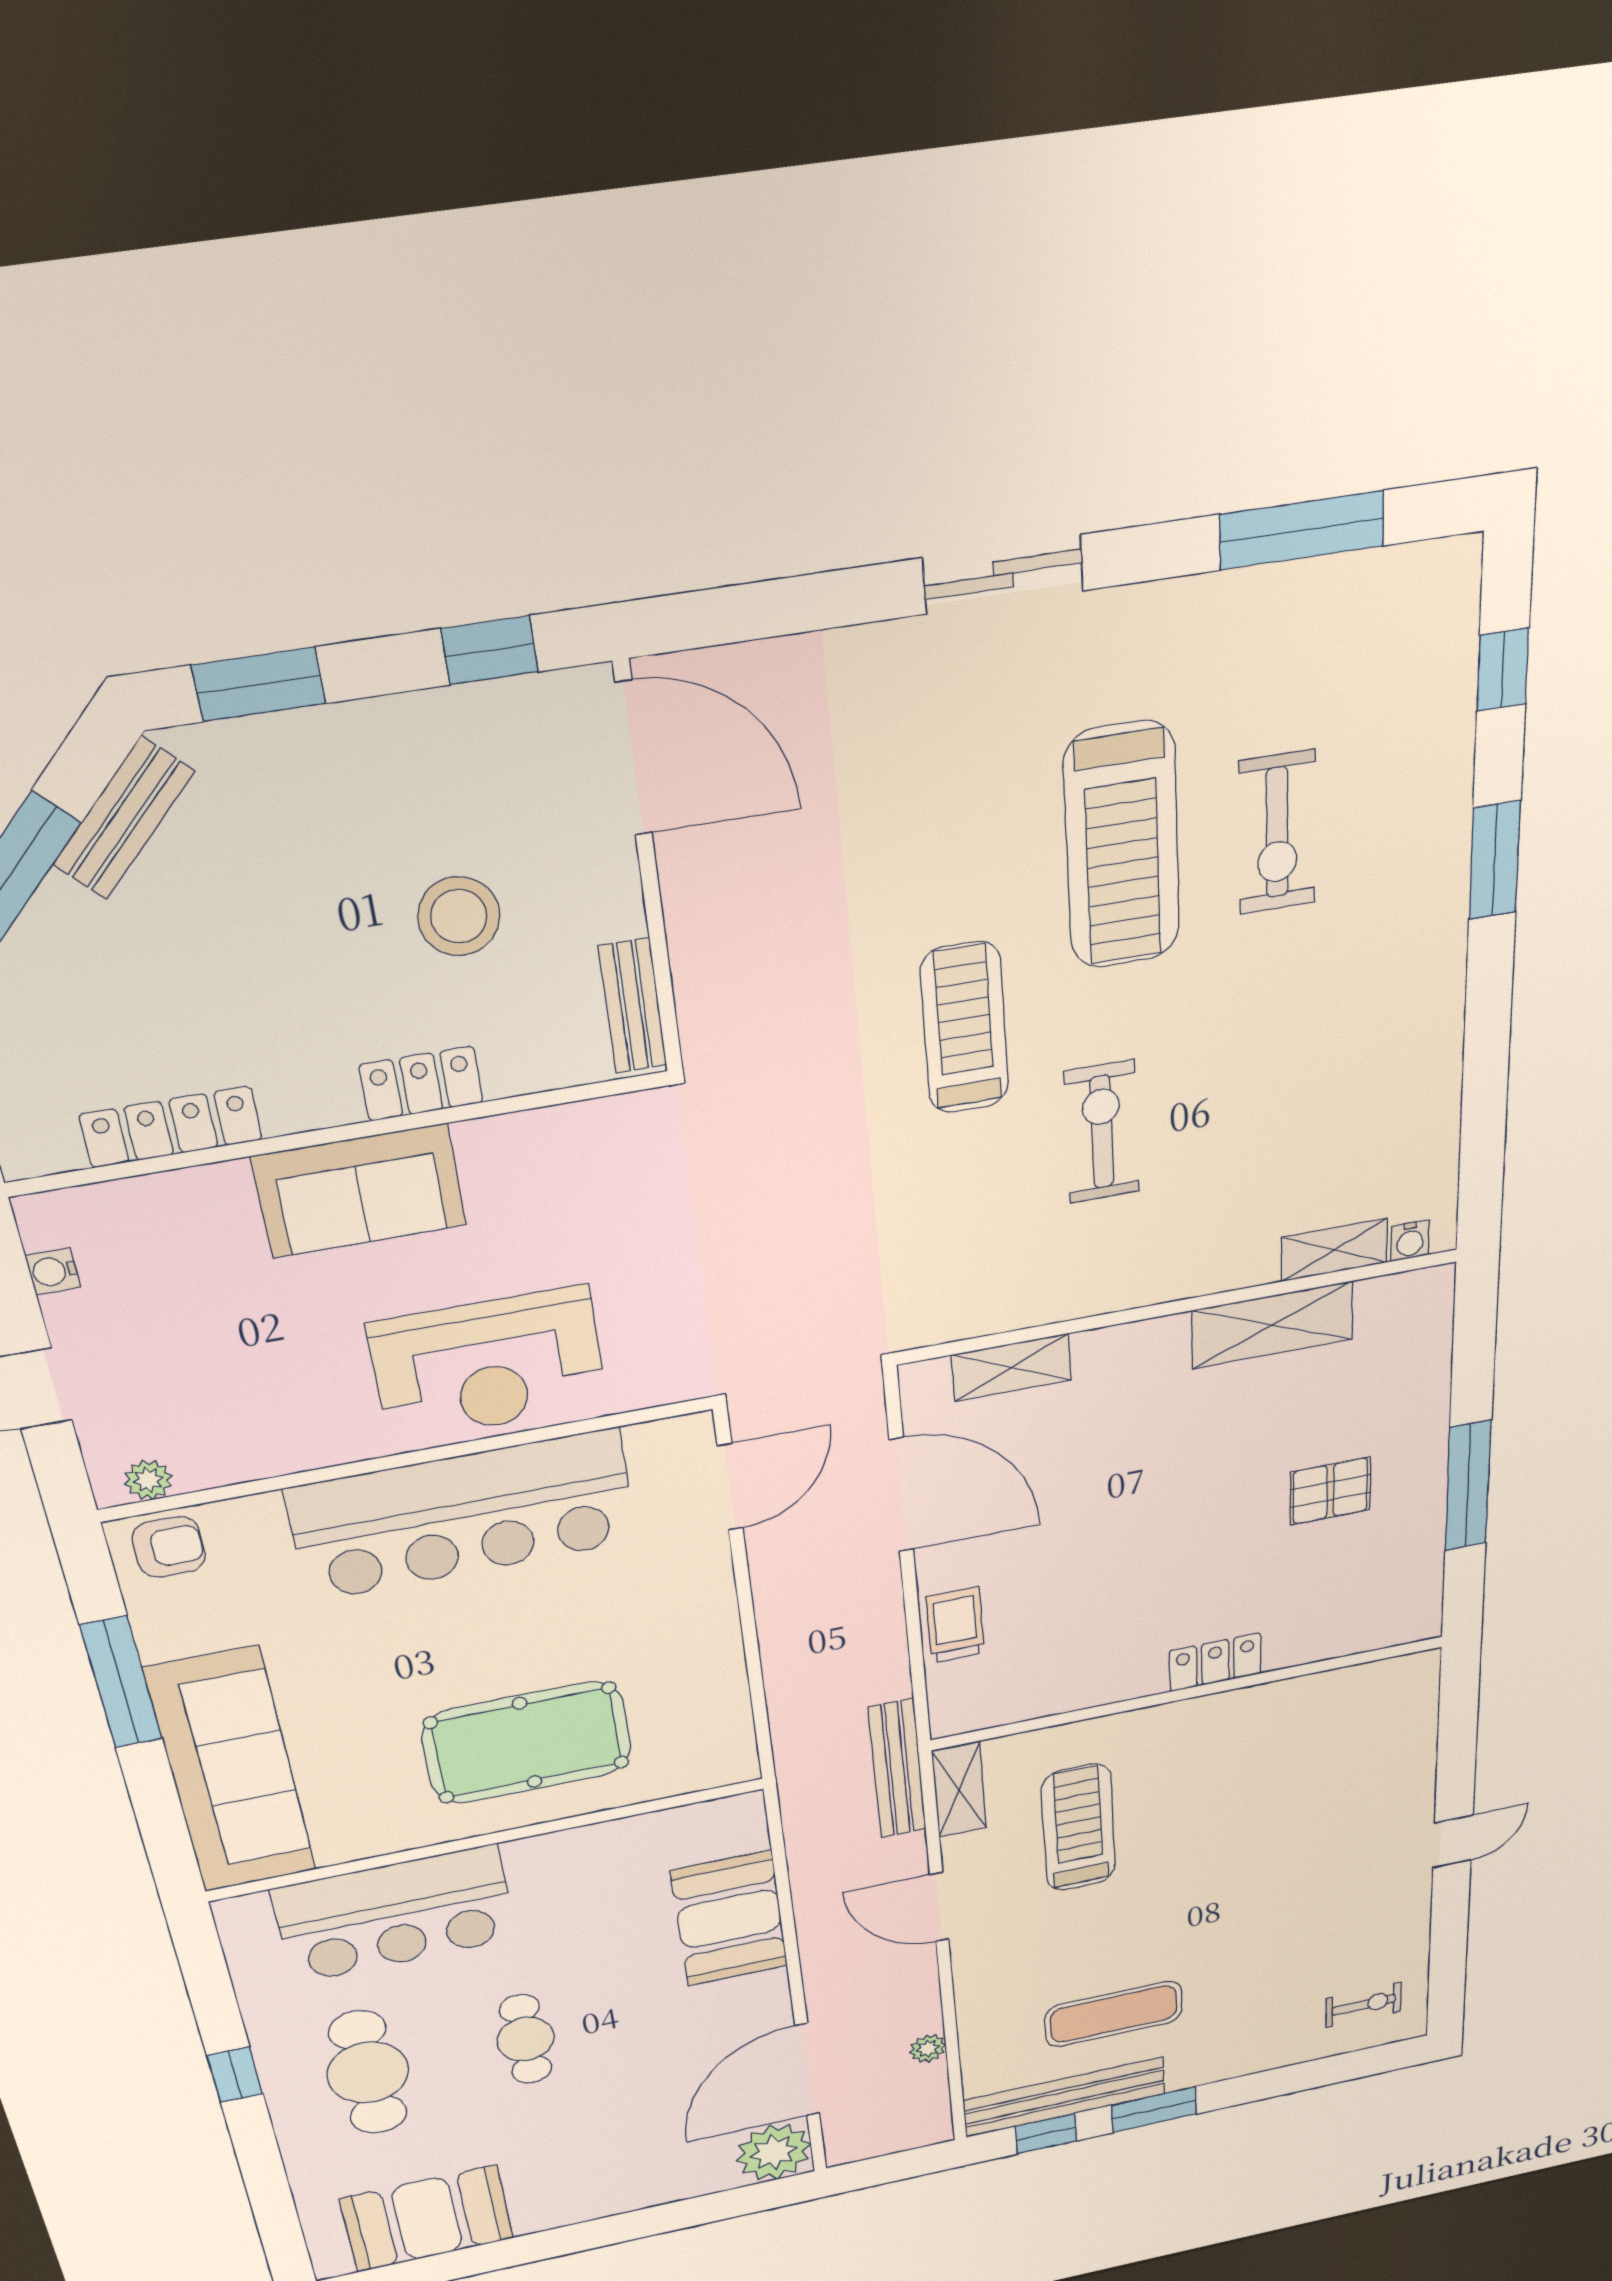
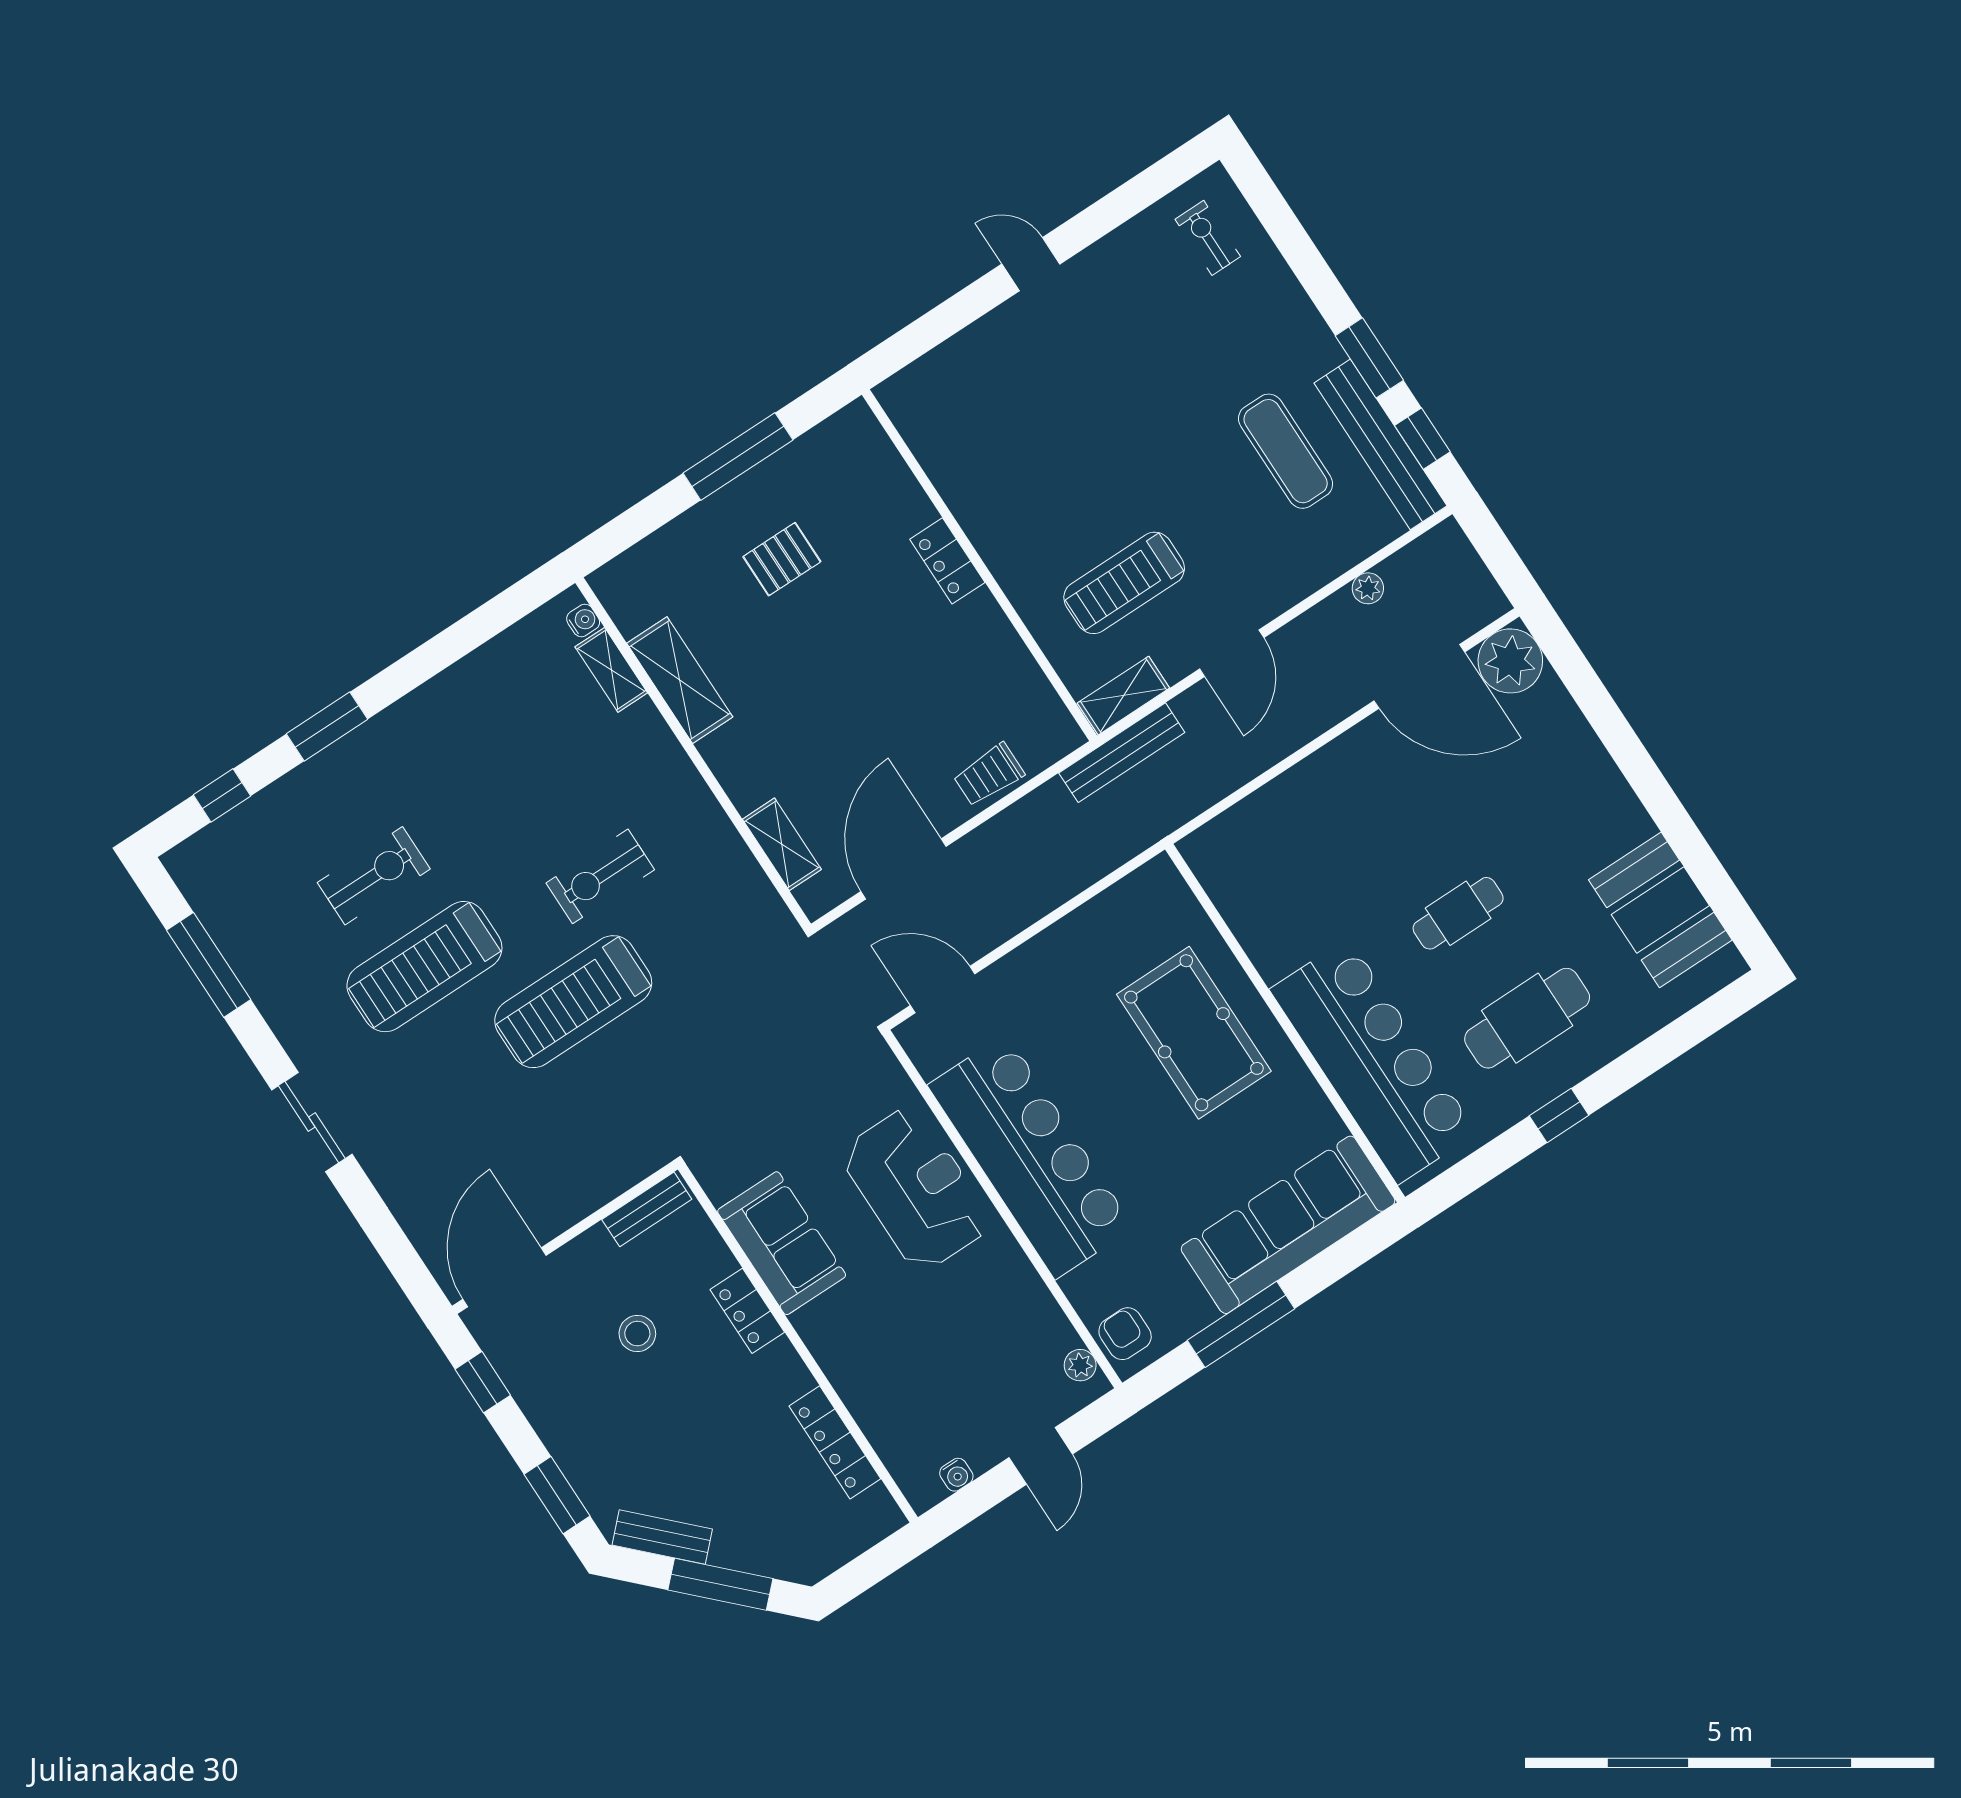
treadmill: (1122, 846) -> (424, 967), turned 180
stool: (459, 916) -> (637, 1334), width x0.73, depth x0.73
treadmill: (965, 1028) -> (573, 1002), width x1.37, depth x1.38
sofa: (360, 1191) -> (782, 1243), moved
pallet: (1330, 1491) -> (782, 559), turned 90
bar counter: (395, 1914) -> (1373, 1061), width x1.36
booth: (729, 1919) -> (1296, 811), removed

